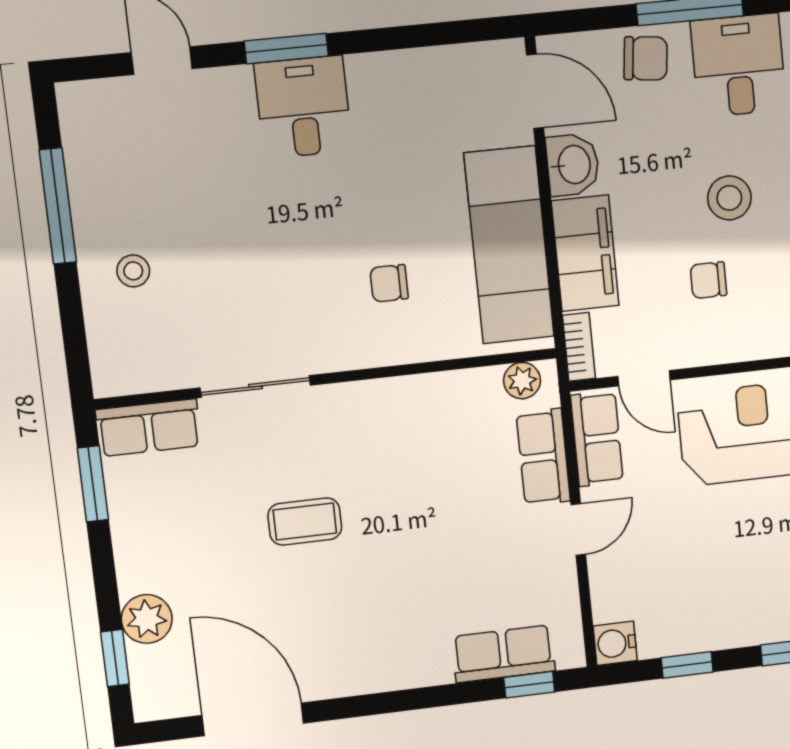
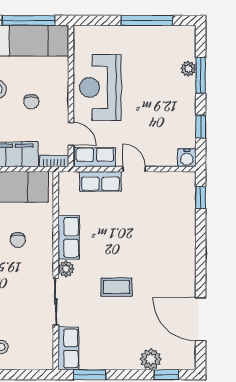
door: (644, 378) -> (71, 134), hinge flipped
plant: (522, 381) -> (66, 269), moved
coffee table: (305, 522) -> (116, 287), turned 90
row of seats: (504, 654) -> (69, 237), moved, turned 180
door: (253, 719) -> (201, 319), hinge flipped

